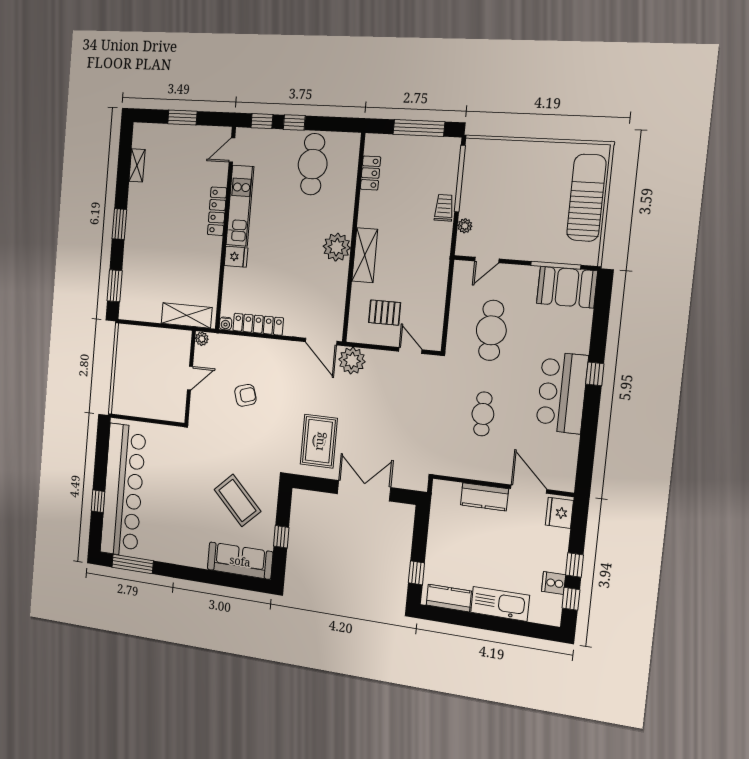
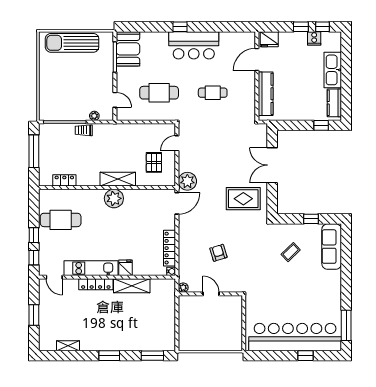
shelving: (187, 315) -> (132, 286), moved, turned 90
kitchen counter: (484, 497) -> (266, 94), width x1.50
coffee table: (237, 500) -> (291, 252), width x0.54, depth x0.58

